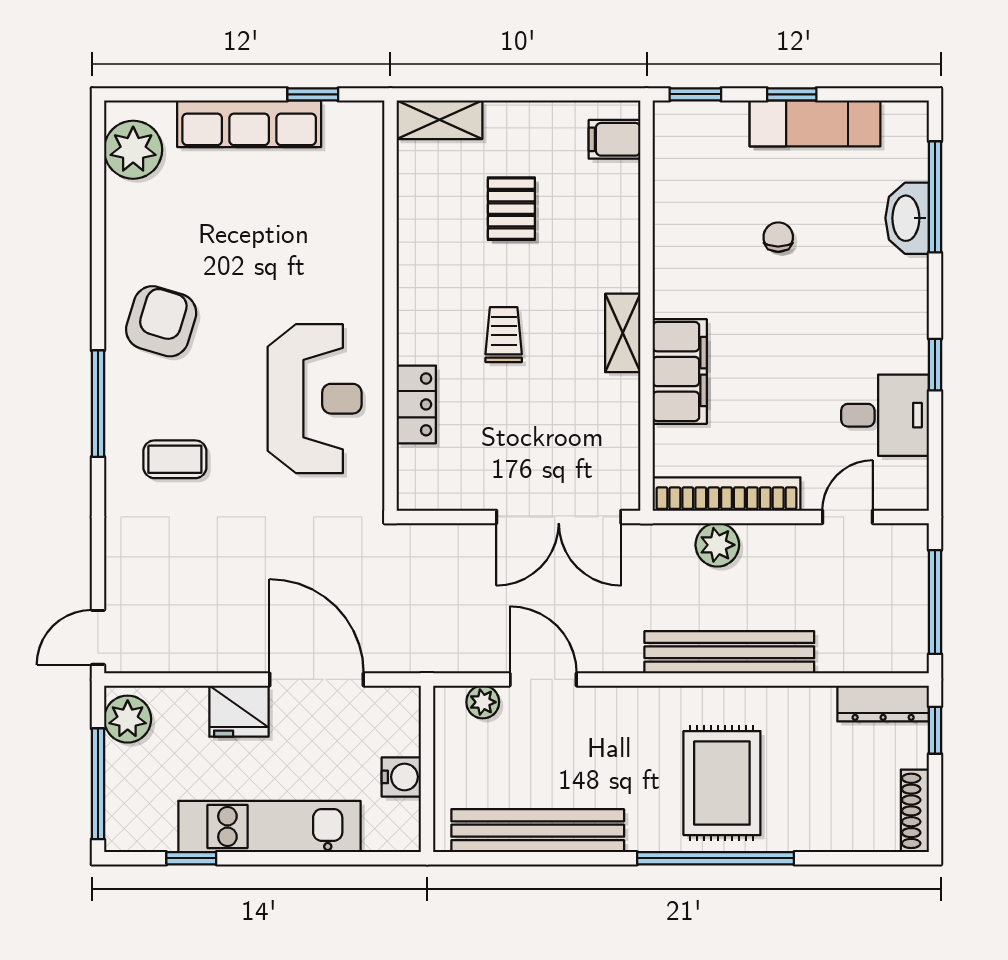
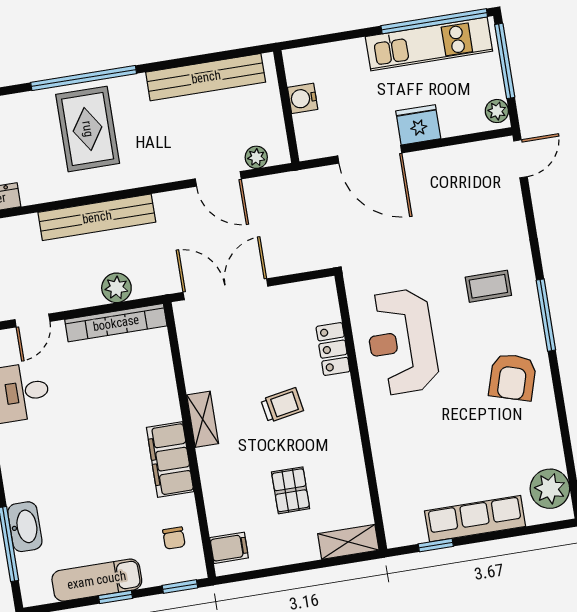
chair: (778, 237) -> (174, 538), moved
trolley: (504, 335) -> (282, 405), turned -100
filing cabinet: (680, 371) -> (170, 460), moved
plant: (128, 719) -> (497, 111), width x0.73, depth x0.73
kitchen unit: (269, 827) -> (429, 44), moved
window: (191, 858) -> (434, 21), width x3.17

